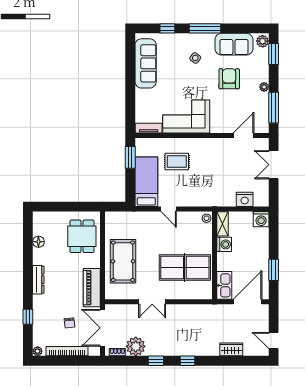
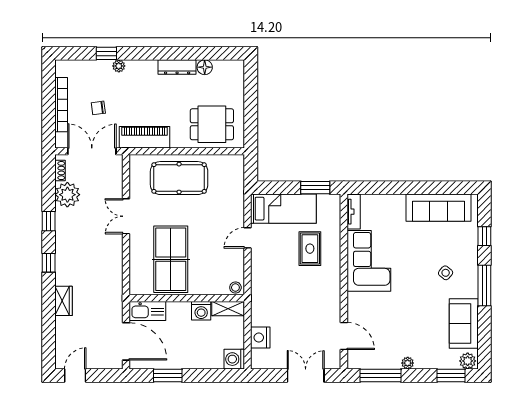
armchair: (229, 79) -> (418, 317), removed
dresser: (38, 280) -> (177, 67), moved
wardrobe: (231, 349) -> (63, 301), moved
plant: (38, 351) -> (119, 66), moved

